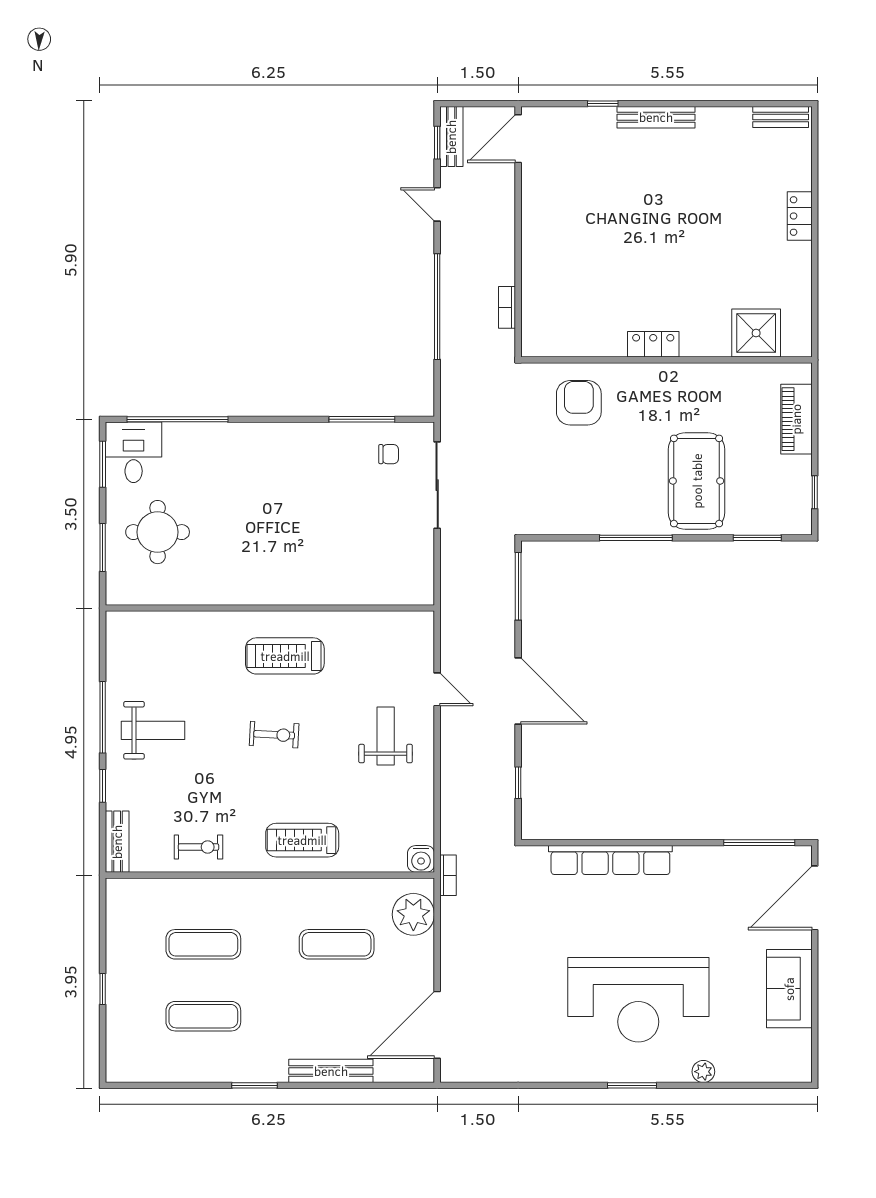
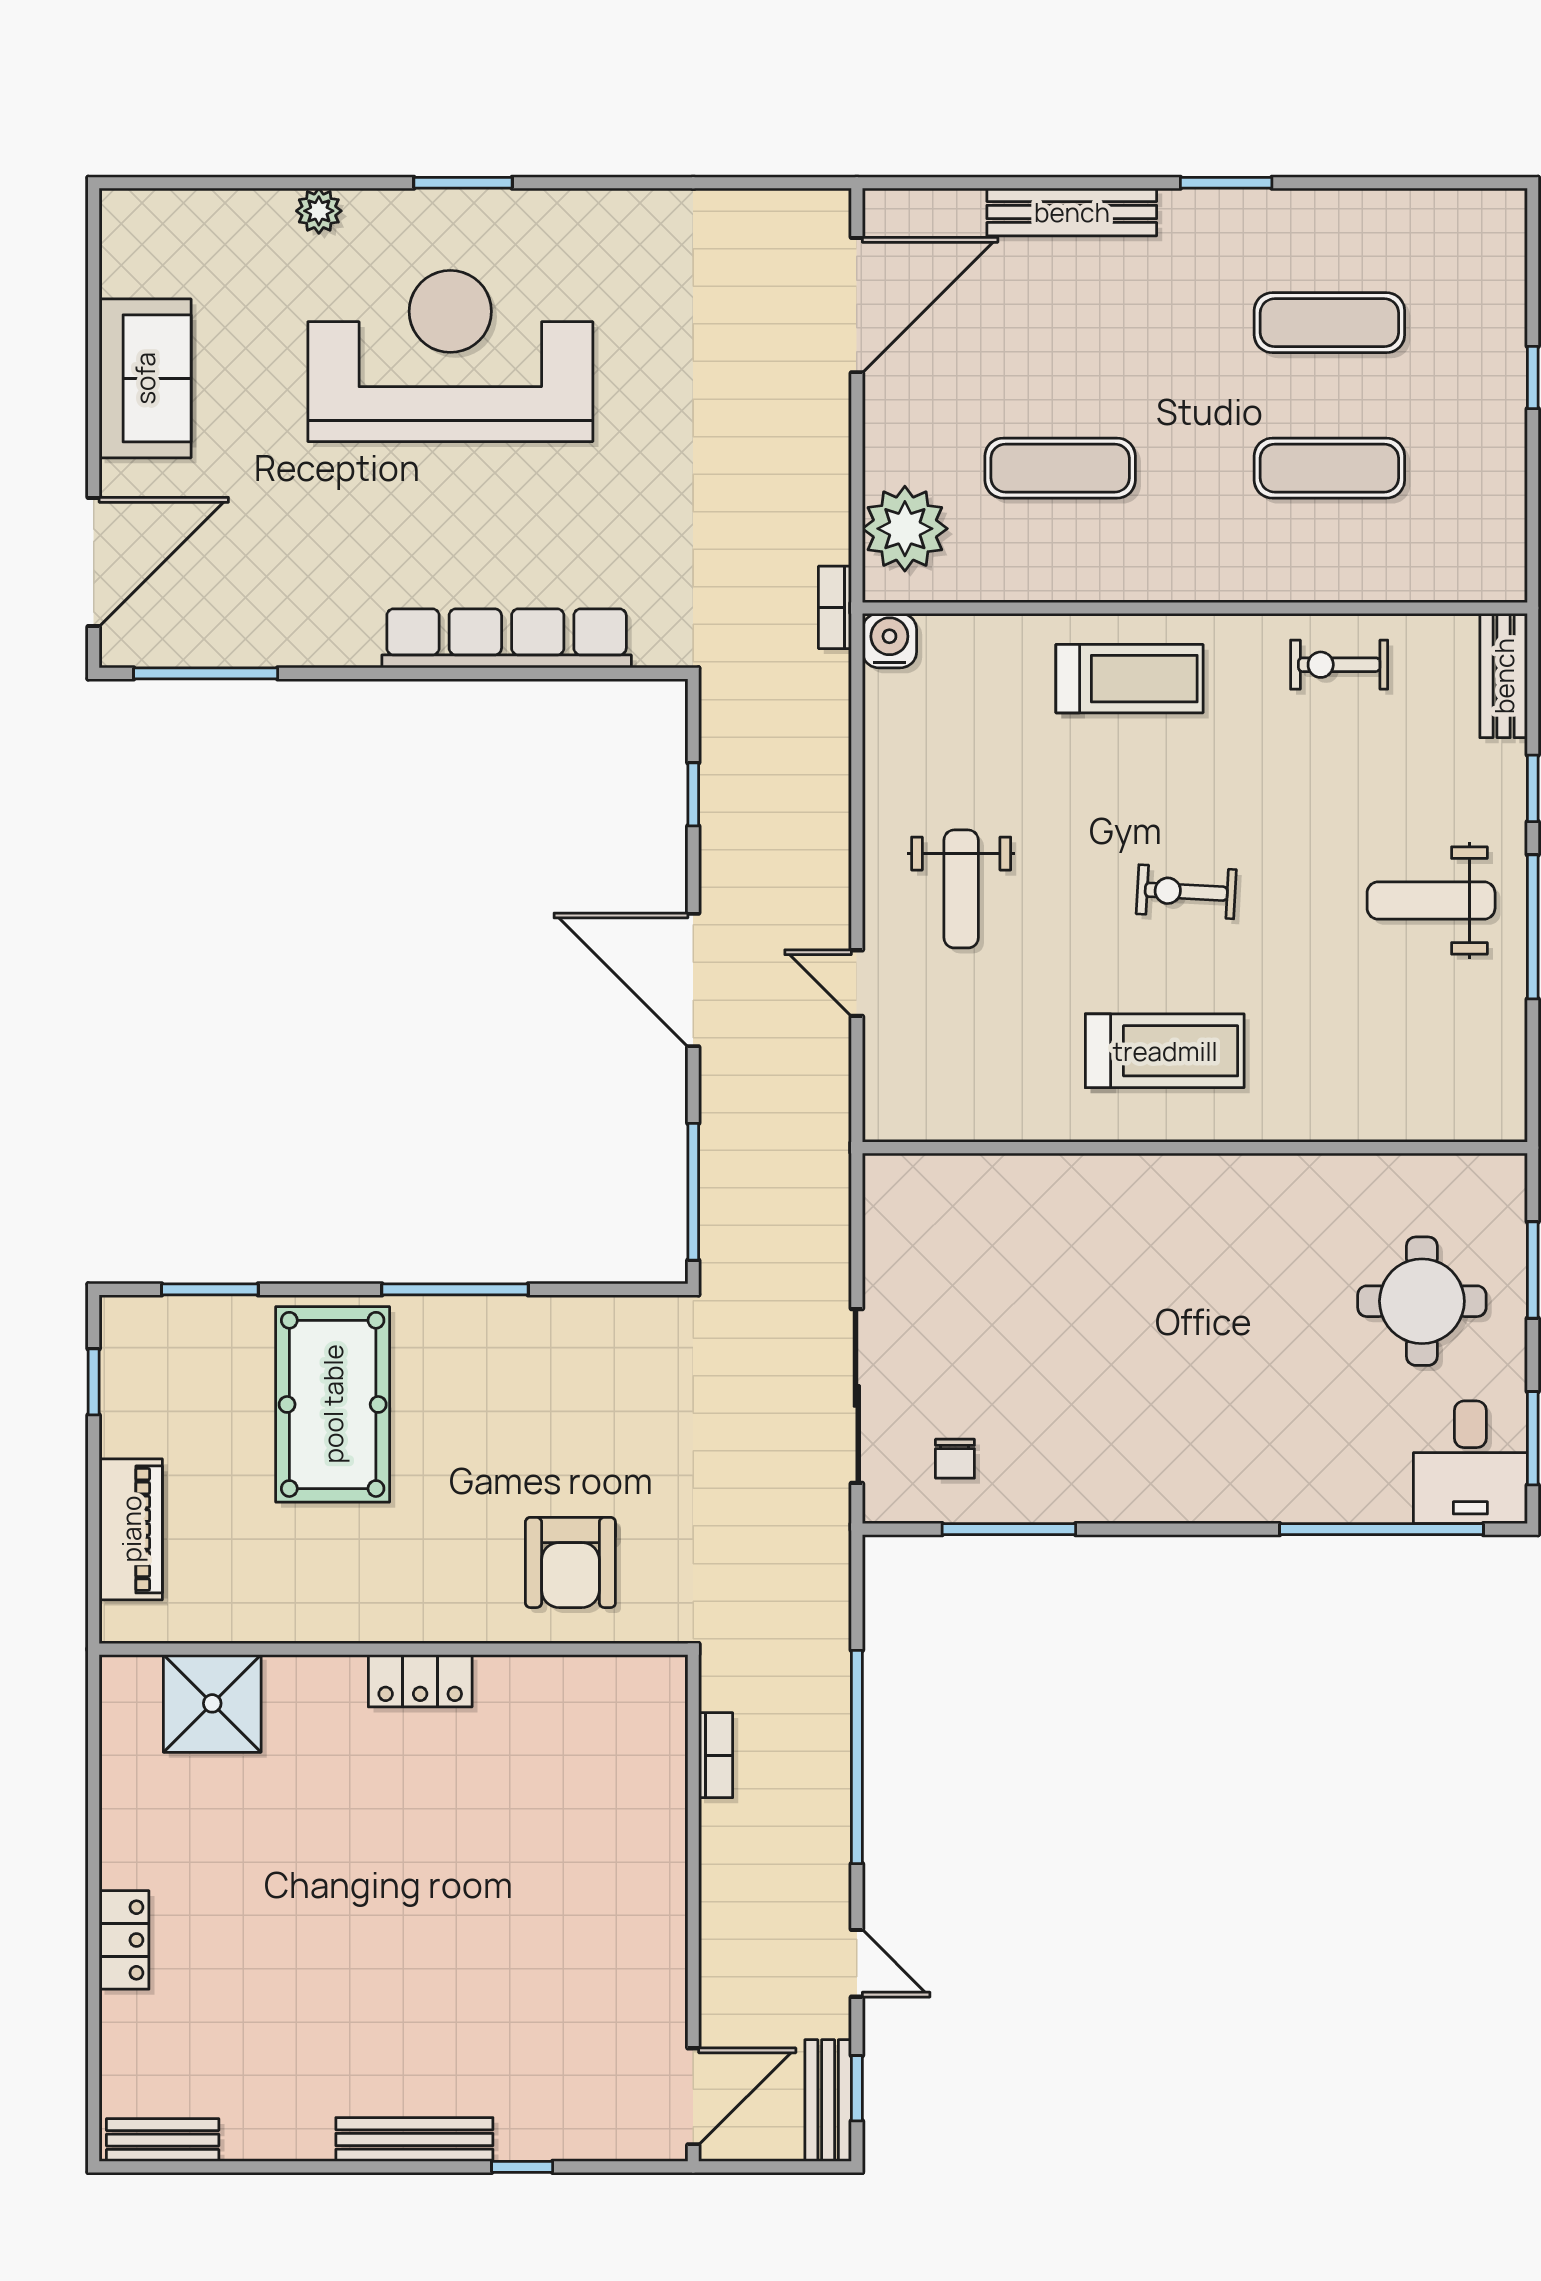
chair: (389, 454) -> (955, 1459), turned -90

